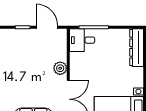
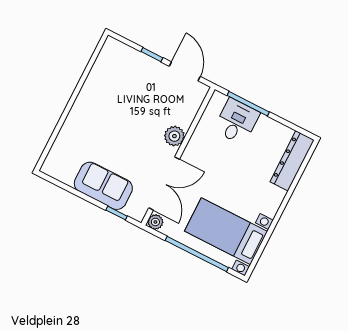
desk: (82, 40) -> (237, 121), moved, turned 90

